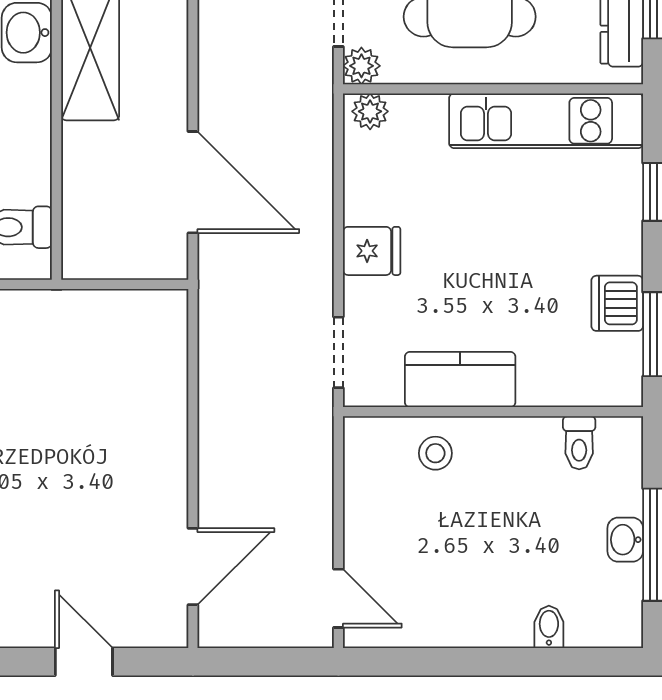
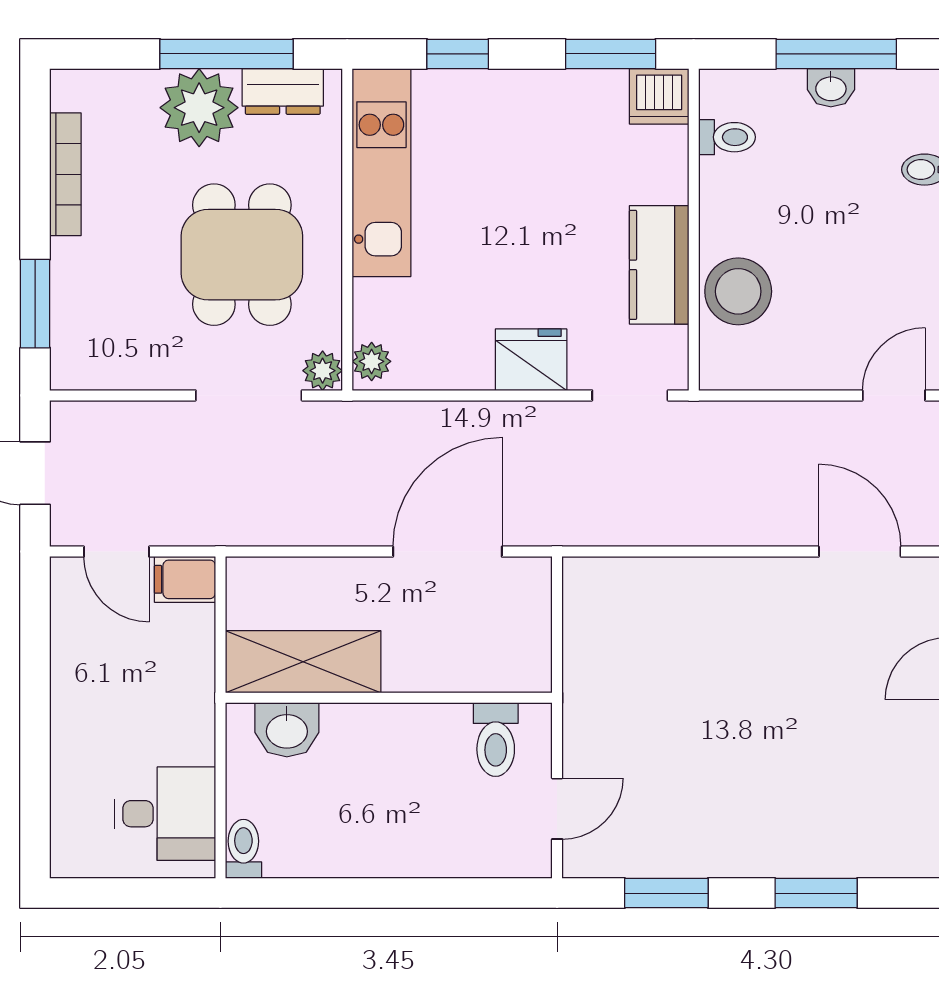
fridge: (372, 251) -> (531, 360), width x1.38
dishwasher: (617, 303) -> (659, 96), moved
stool: (435, 453) -> (738, 291), width x1.89, depth x1.89

